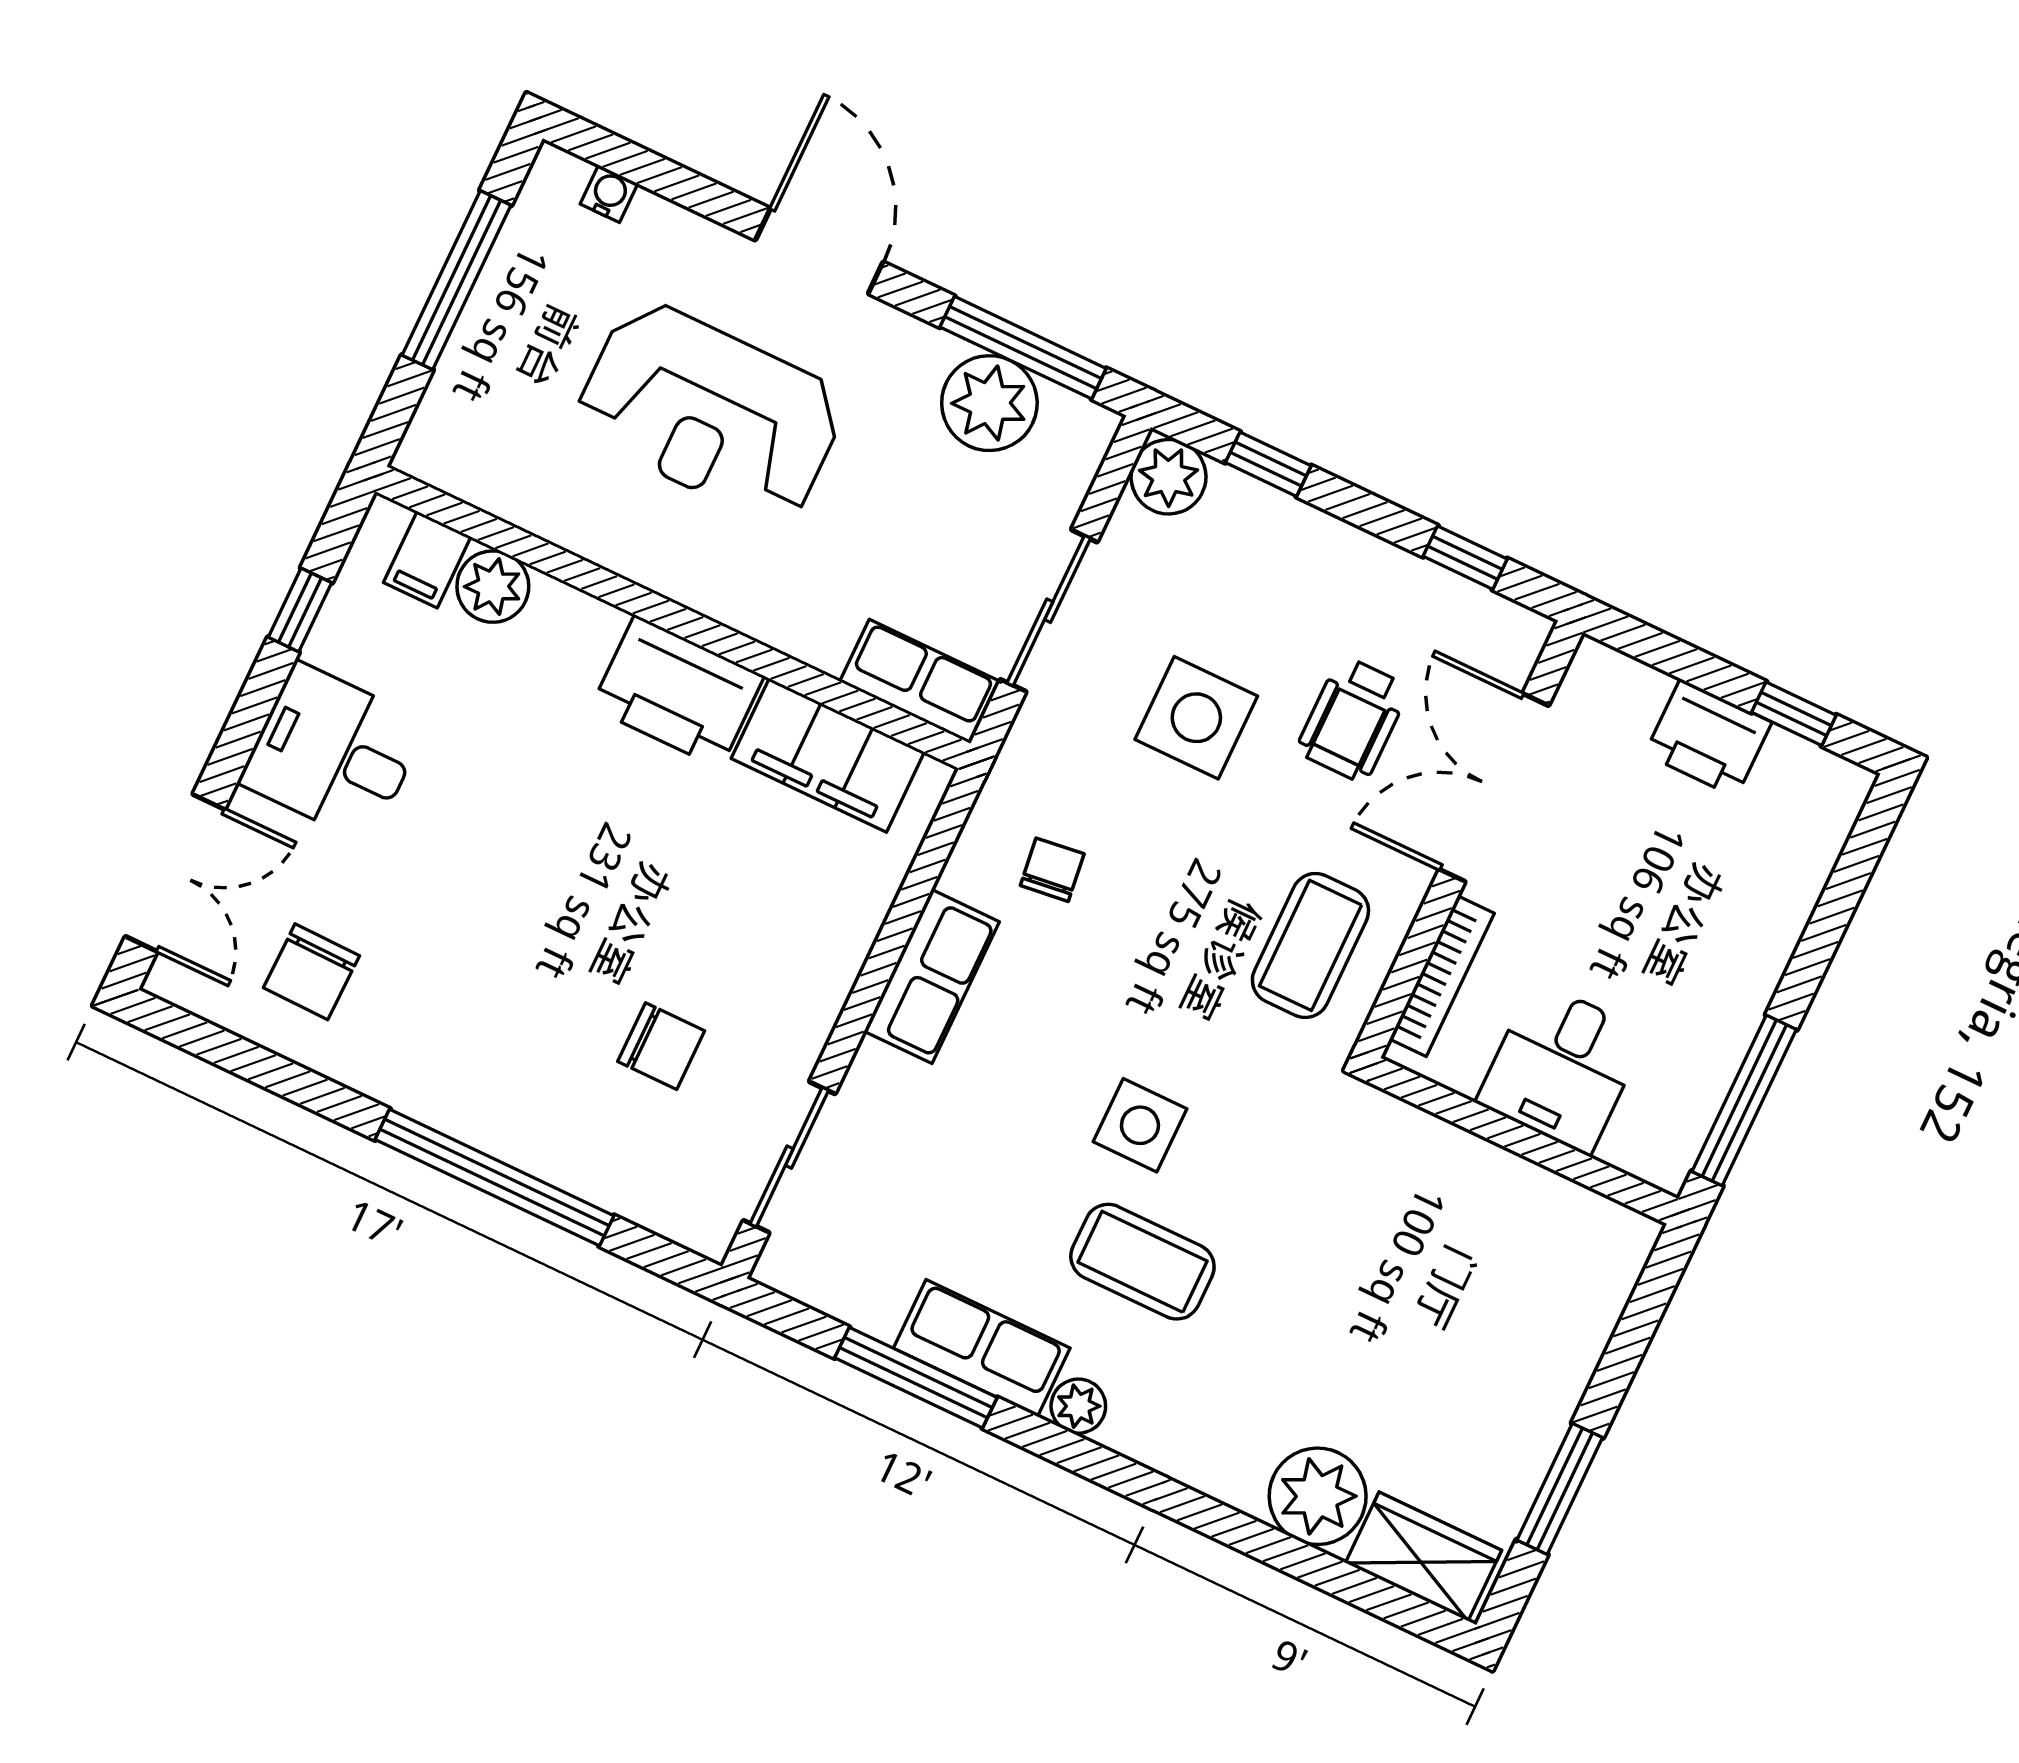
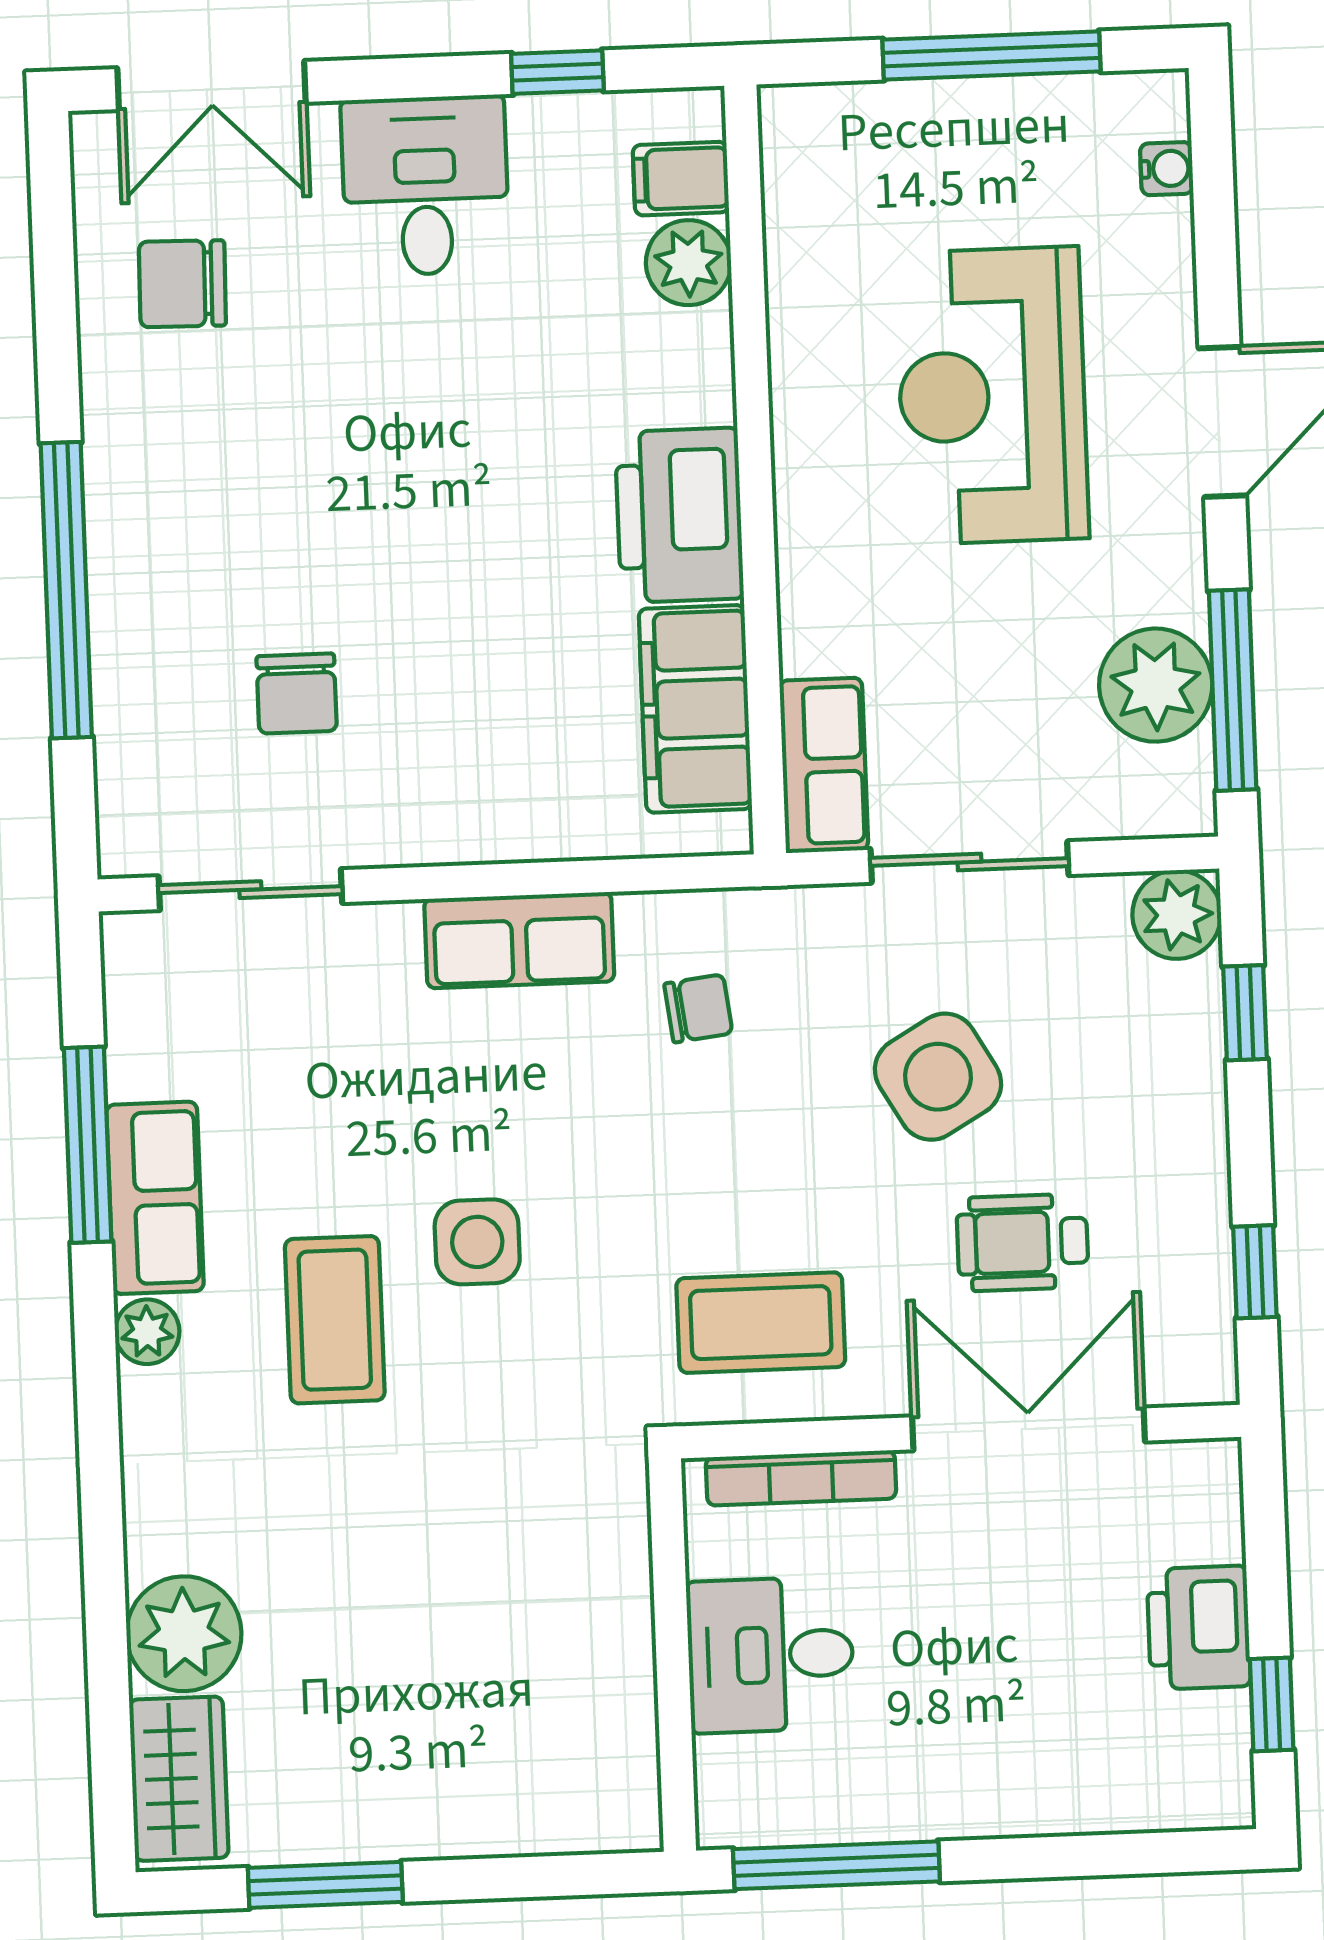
side table: (1196, 718) -> (938, 1077), turned -30

